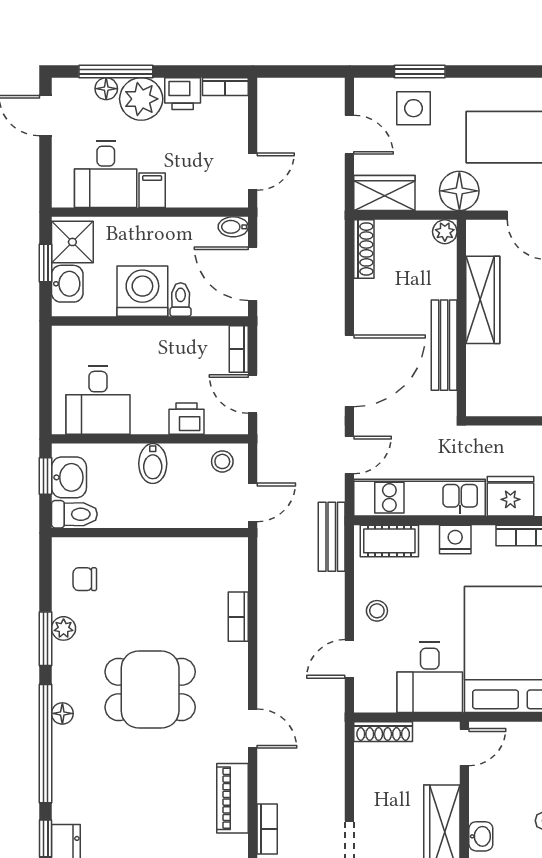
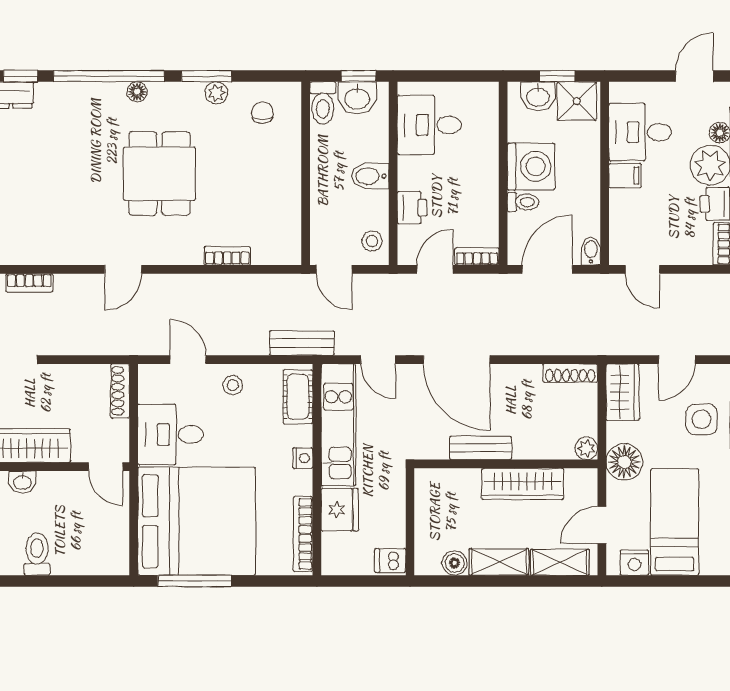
bench: (444, 345) -> (481, 448), width x0.73
nightstand: (455, 539) -> (303, 458), width x0.72, depth x0.74
piano: (233, 798) -> (58, 250), removed

